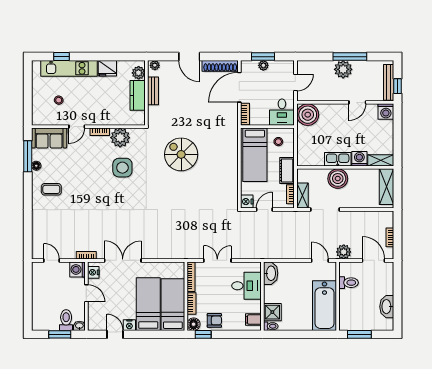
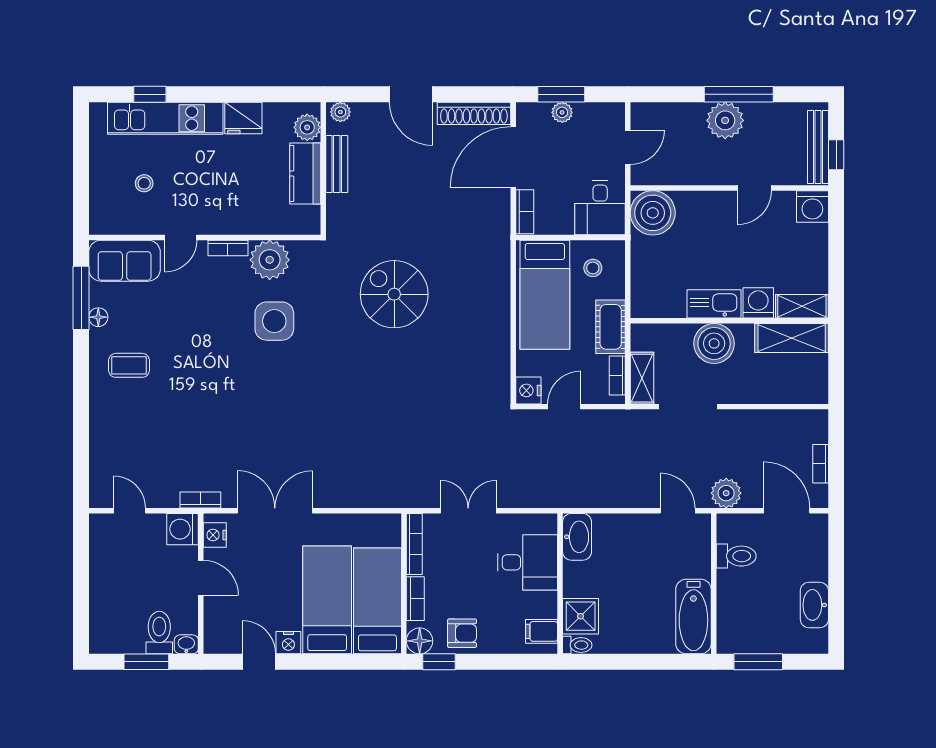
shelving: (386, 187) -> (792, 338), moved, turned 90
bathtub: (324, 306) -> (693, 617), width x0.73, depth x0.73

